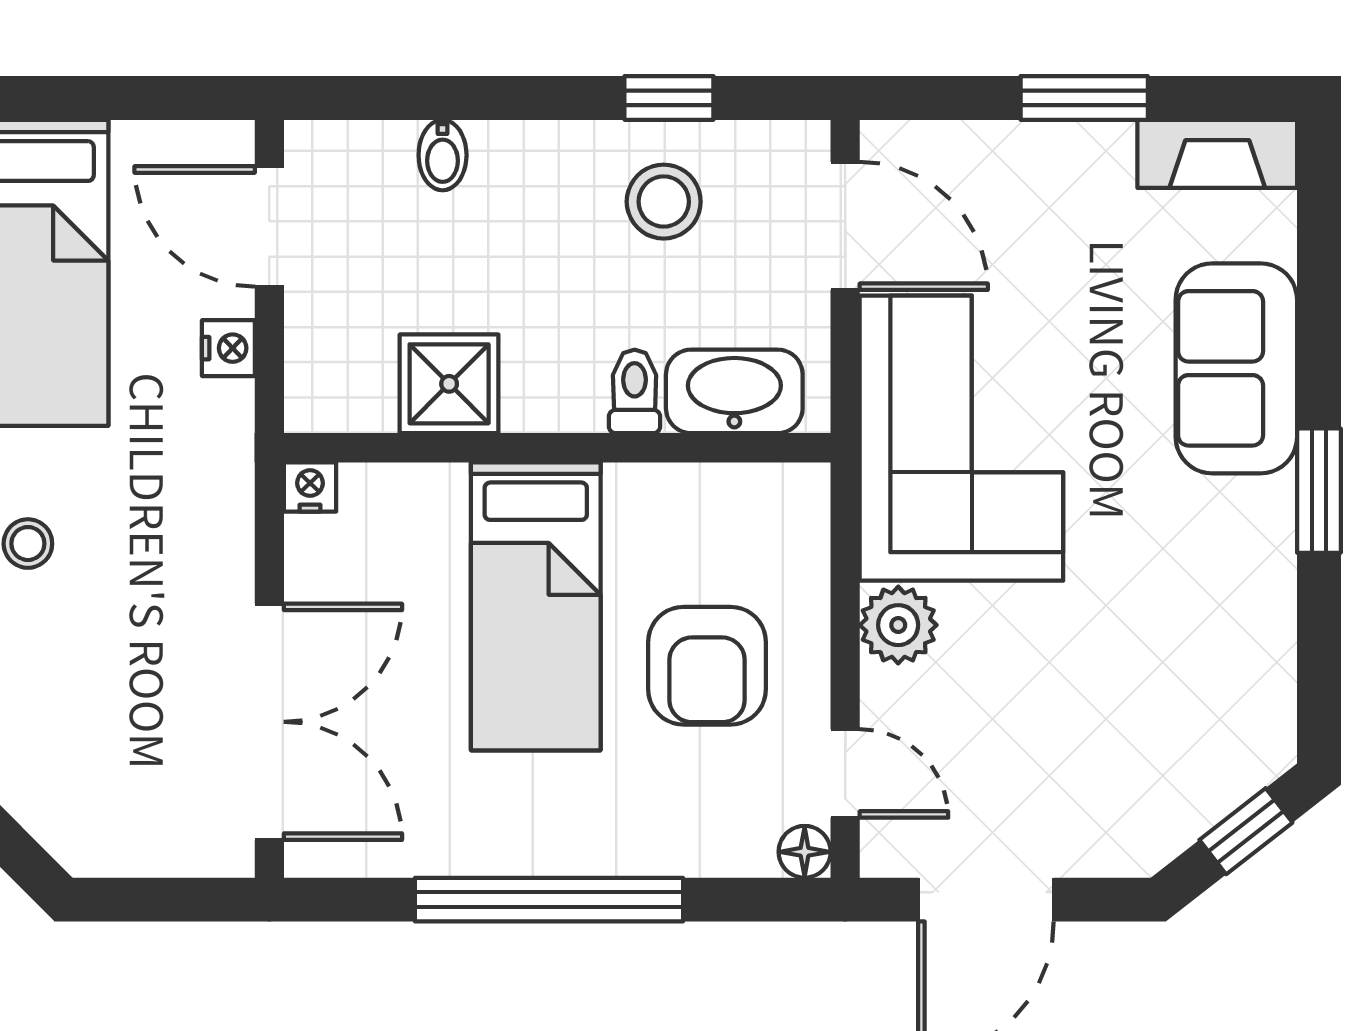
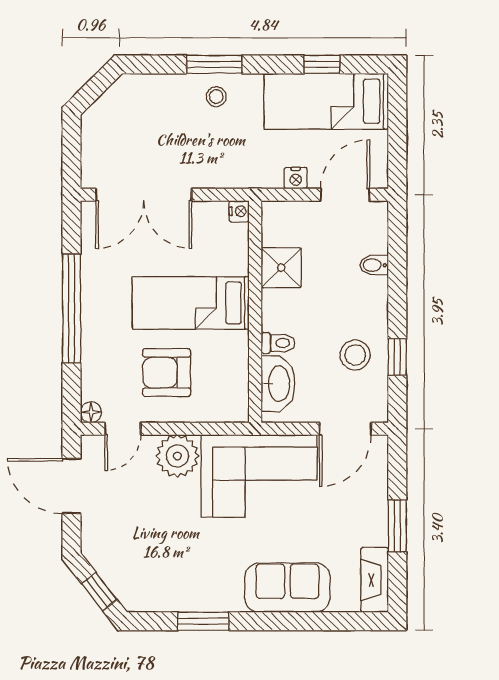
window: (1319, 491) -> (203, 621), moved
plant: (898, 625) -> (177, 456), width x1.36, depth x1.36

